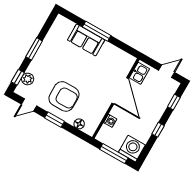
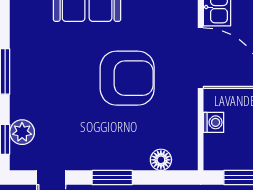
armchair: (64, 96) -> (127, 78), moved

